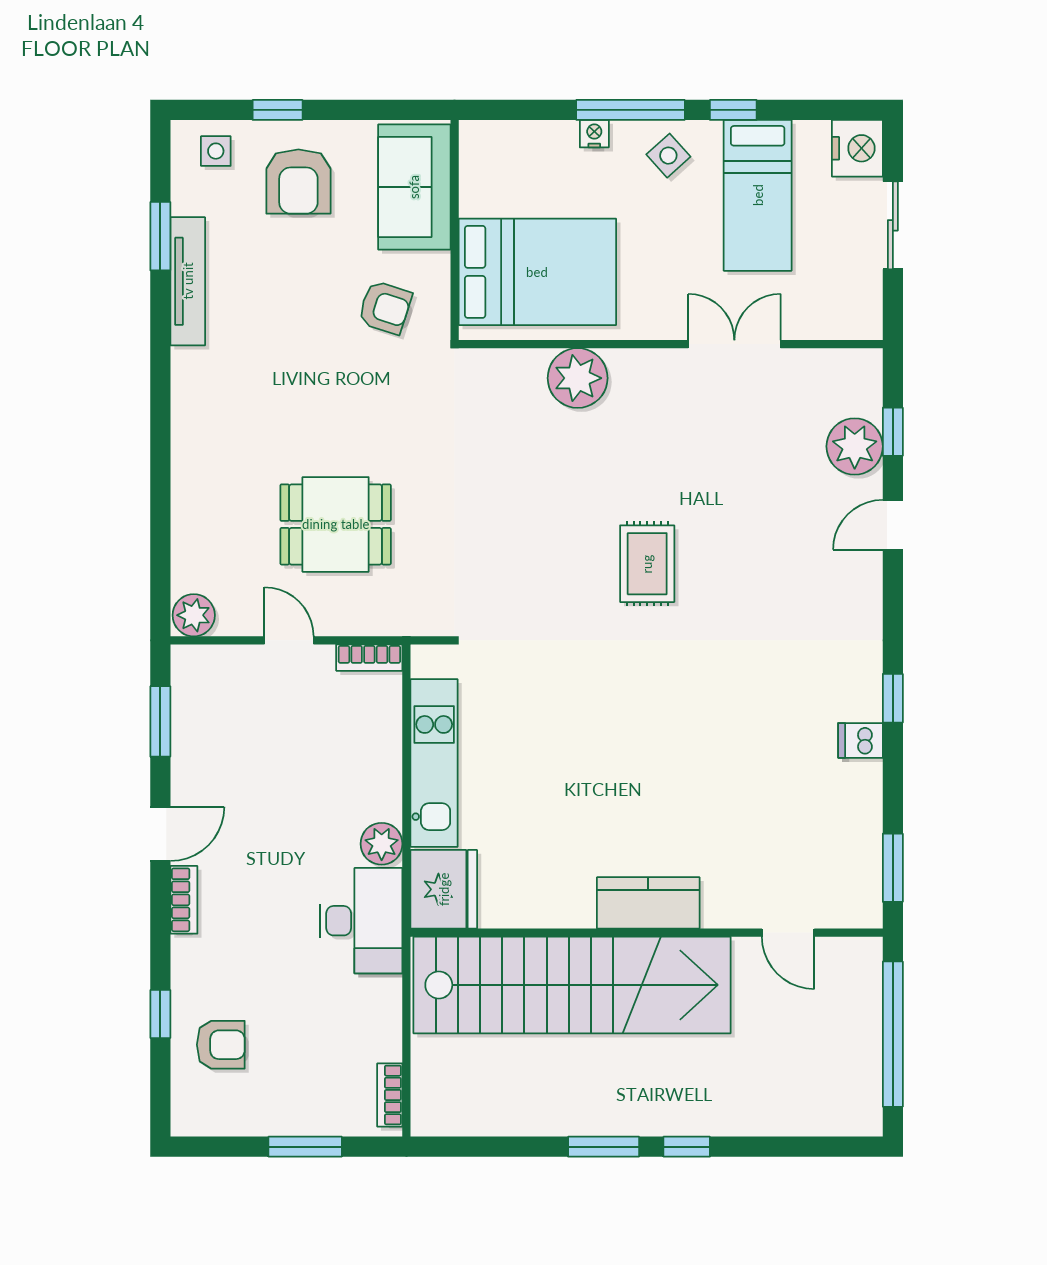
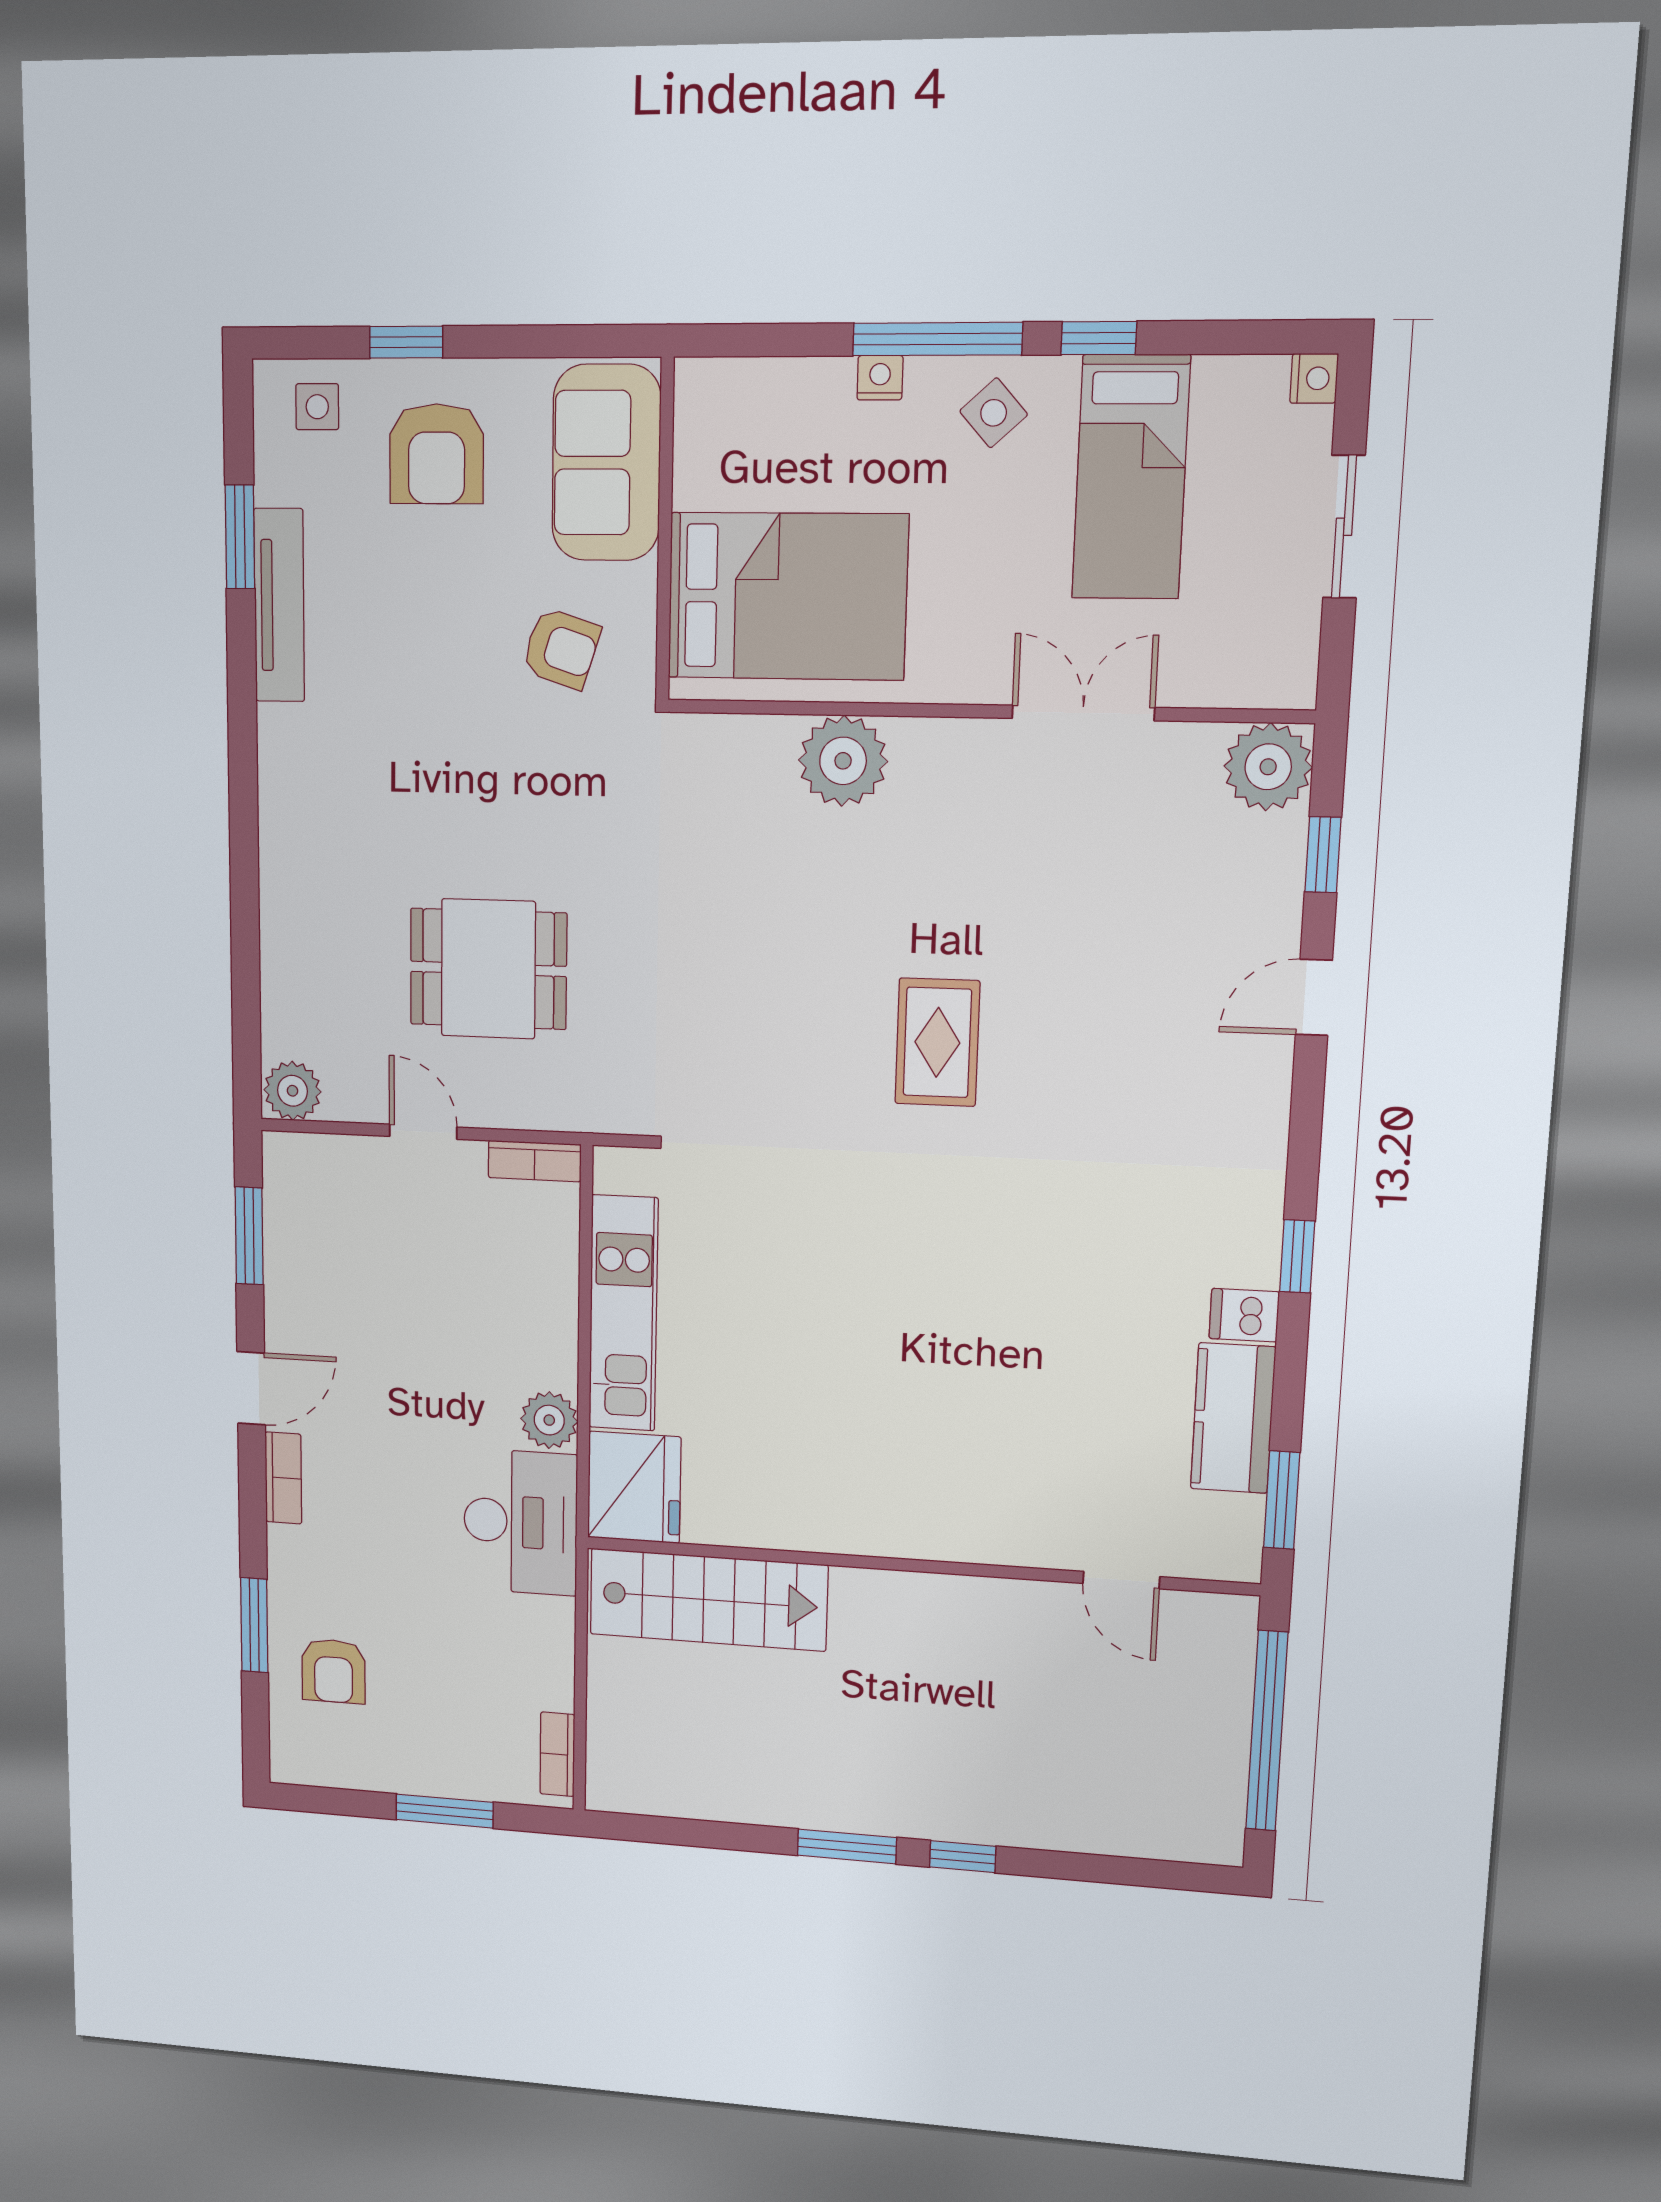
nightstand: (857, 148) -> (1314, 378), width x0.53, depth x0.56
plant: (855, 446) -> (1268, 767), moved
kitchen counter: (648, 903) -> (1233, 1418), moved, turned -90
stairs: (572, 985) -> (708, 1600), width x0.54, depth x0.66
window: (160, 1014) -> (254, 1625), width x1.50
armchair: (221, 1045) -> (333, 1671), turned 90

